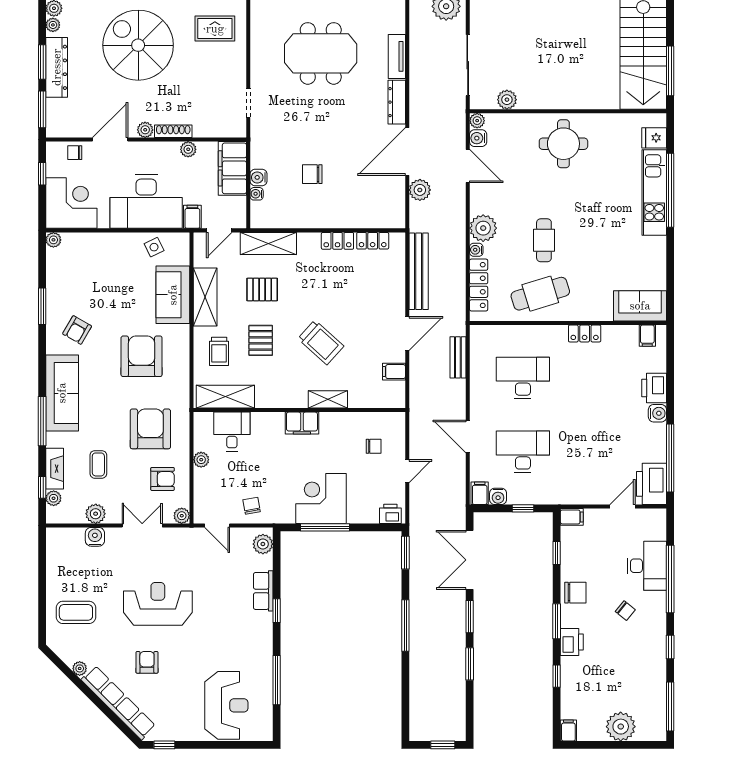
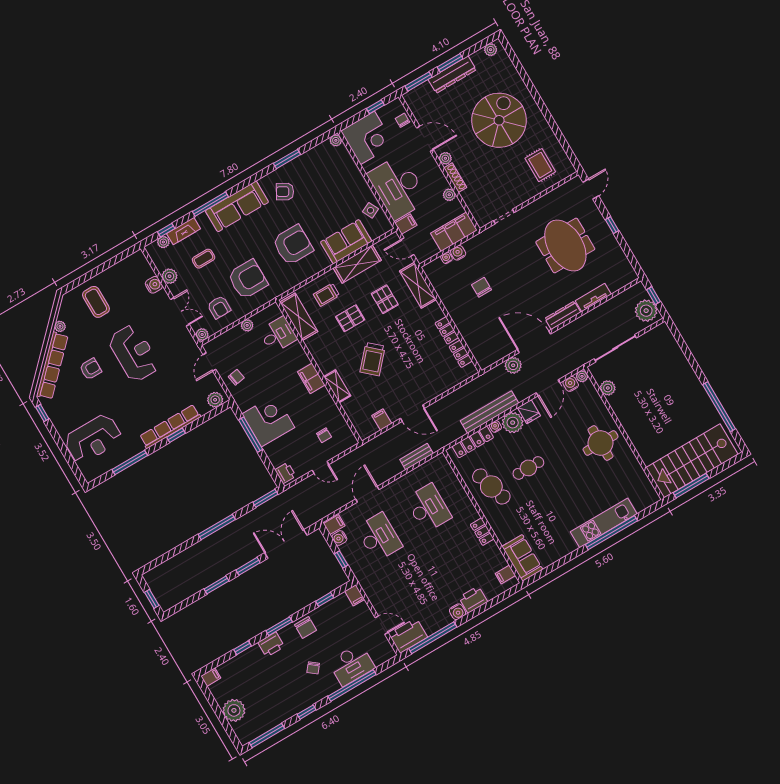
plant: (53, 25) -> (479, 55), removed
fridge: (654, 138) -> (529, 412), moved, turned 180
bench: (419, 271) -> (490, 412), moved
row of seats: (263, 591) -> (170, 427), width x2.02

